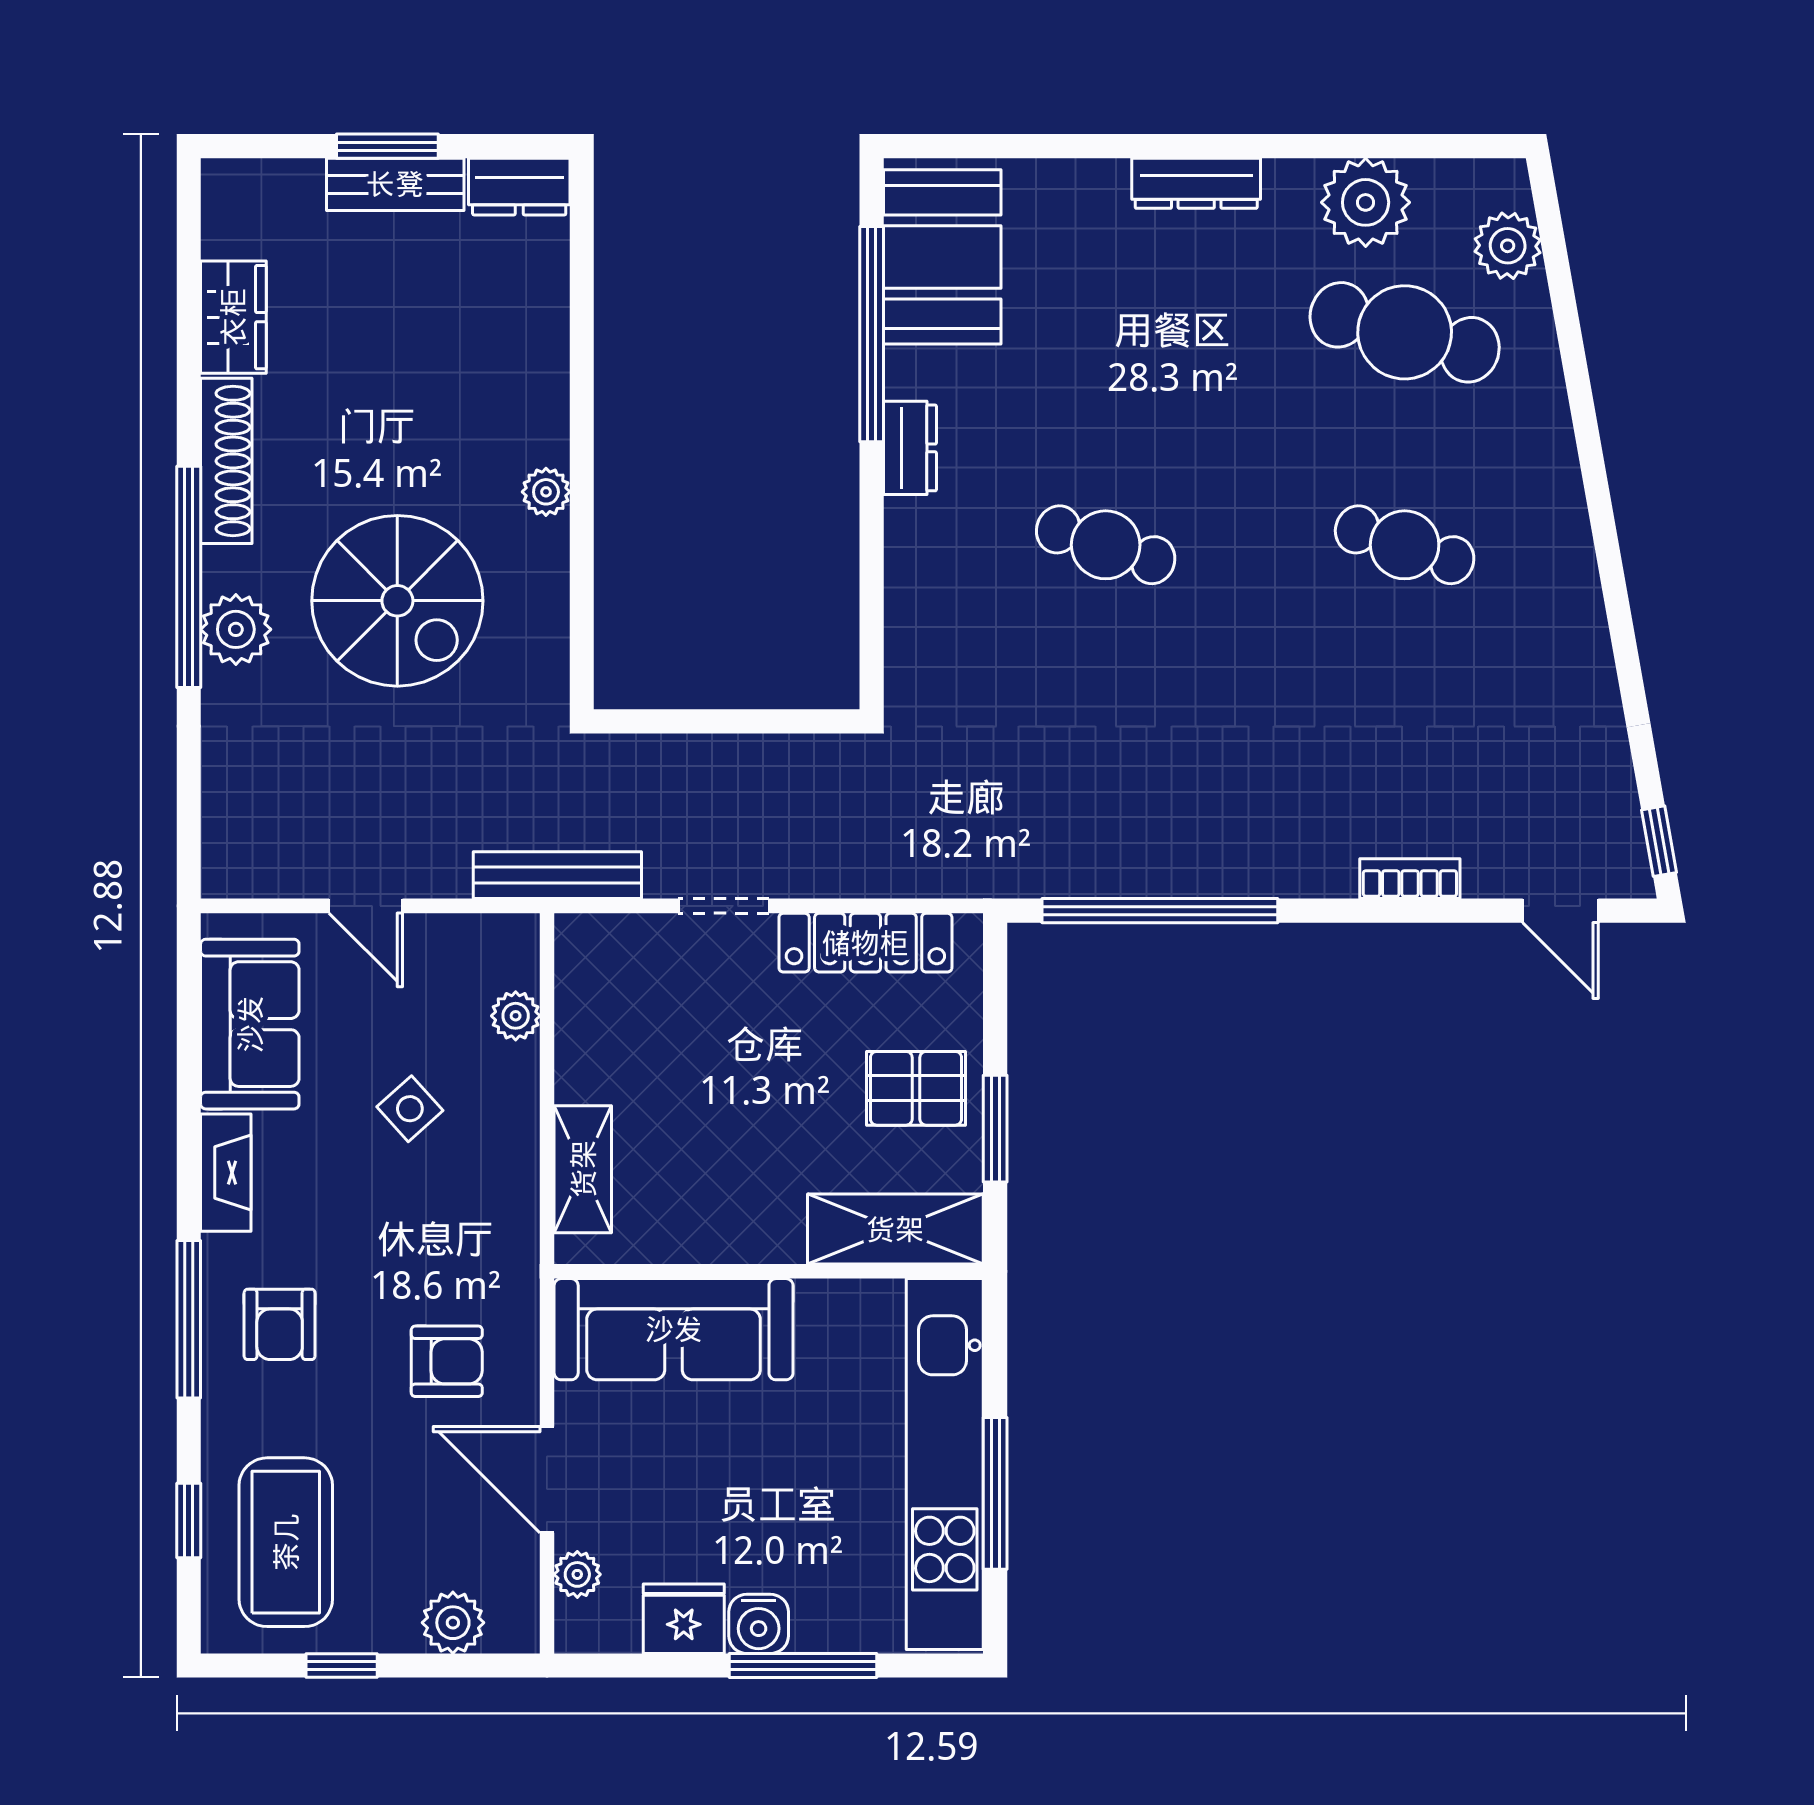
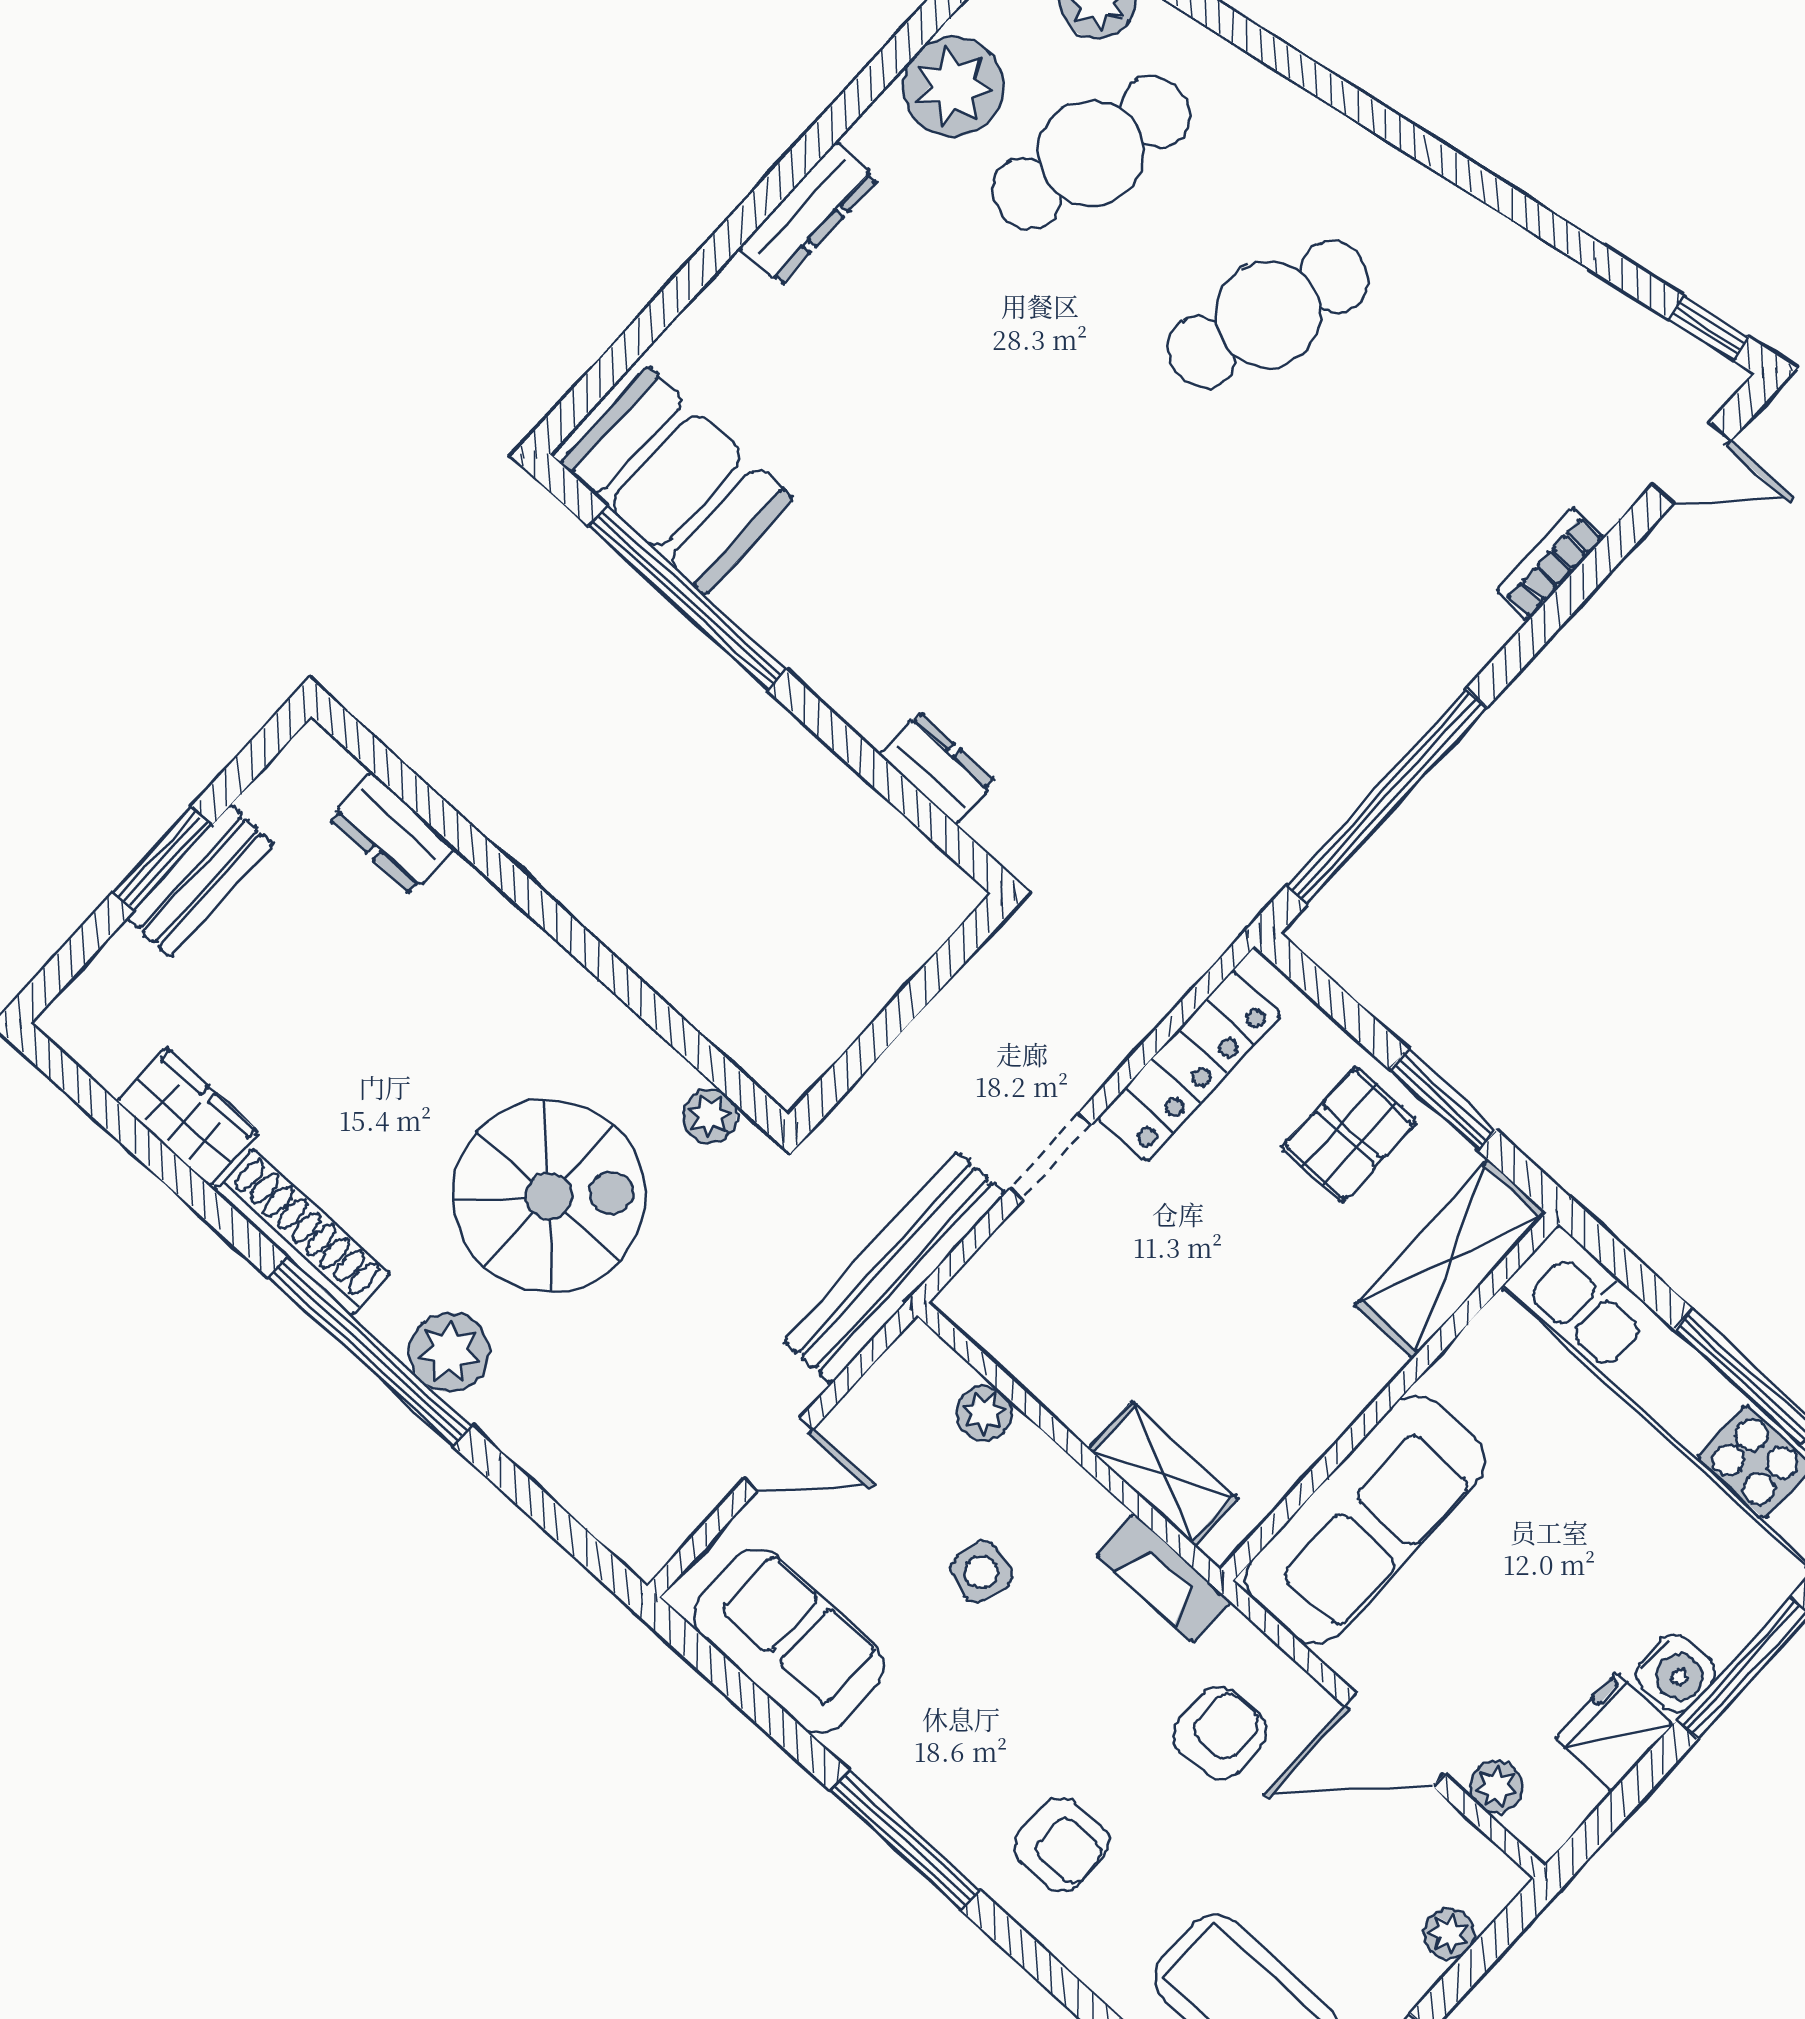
dresser: (519, 187) -> (392, 833), moved, turned 90
dresser: (910, 448) -> (938, 768), moved
plant: (546, 492) -> (710, 1116), moved
cafe table: (1106, 545) -> (1041, 563), removed
cafe table: (1405, 545) -> (1268, 314), width x1.37, depth x1.35
bench: (557, 875) -> (895, 1268), width x1.37, depth x1.21
side table: (410, 1109) -> (981, 1572), turned -31
fireplace: (226, 1173) -> (1163, 1578), moved, turned 180
window: (189, 1319) -> (905, 1840), moved
plant: (453, 1623) -> (1449, 1933), width x0.73, depth x0.73

